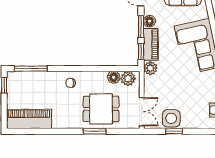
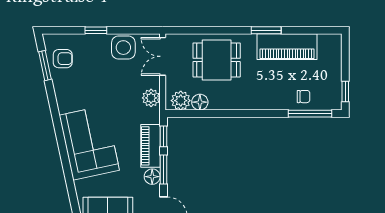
plant: (150, 68) -> (151, 98), moved
chair: (71, 83) -> (303, 97), moved
piano: (29, 119) -> (287, 47), moved
window: (95, 131) -> (266, 30), moved
window: (174, 131) -> (96, 30), moved

